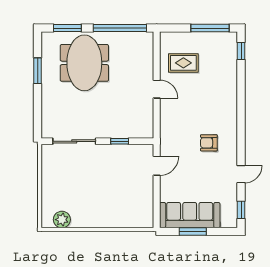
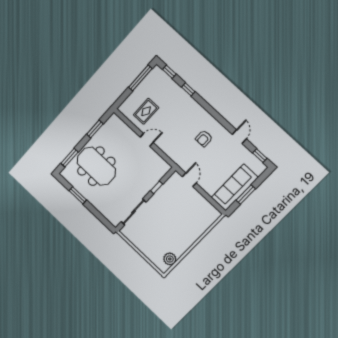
window: (120, 28) -> (95, 129), width x0.47
window: (241, 85) -> (188, 89), added

